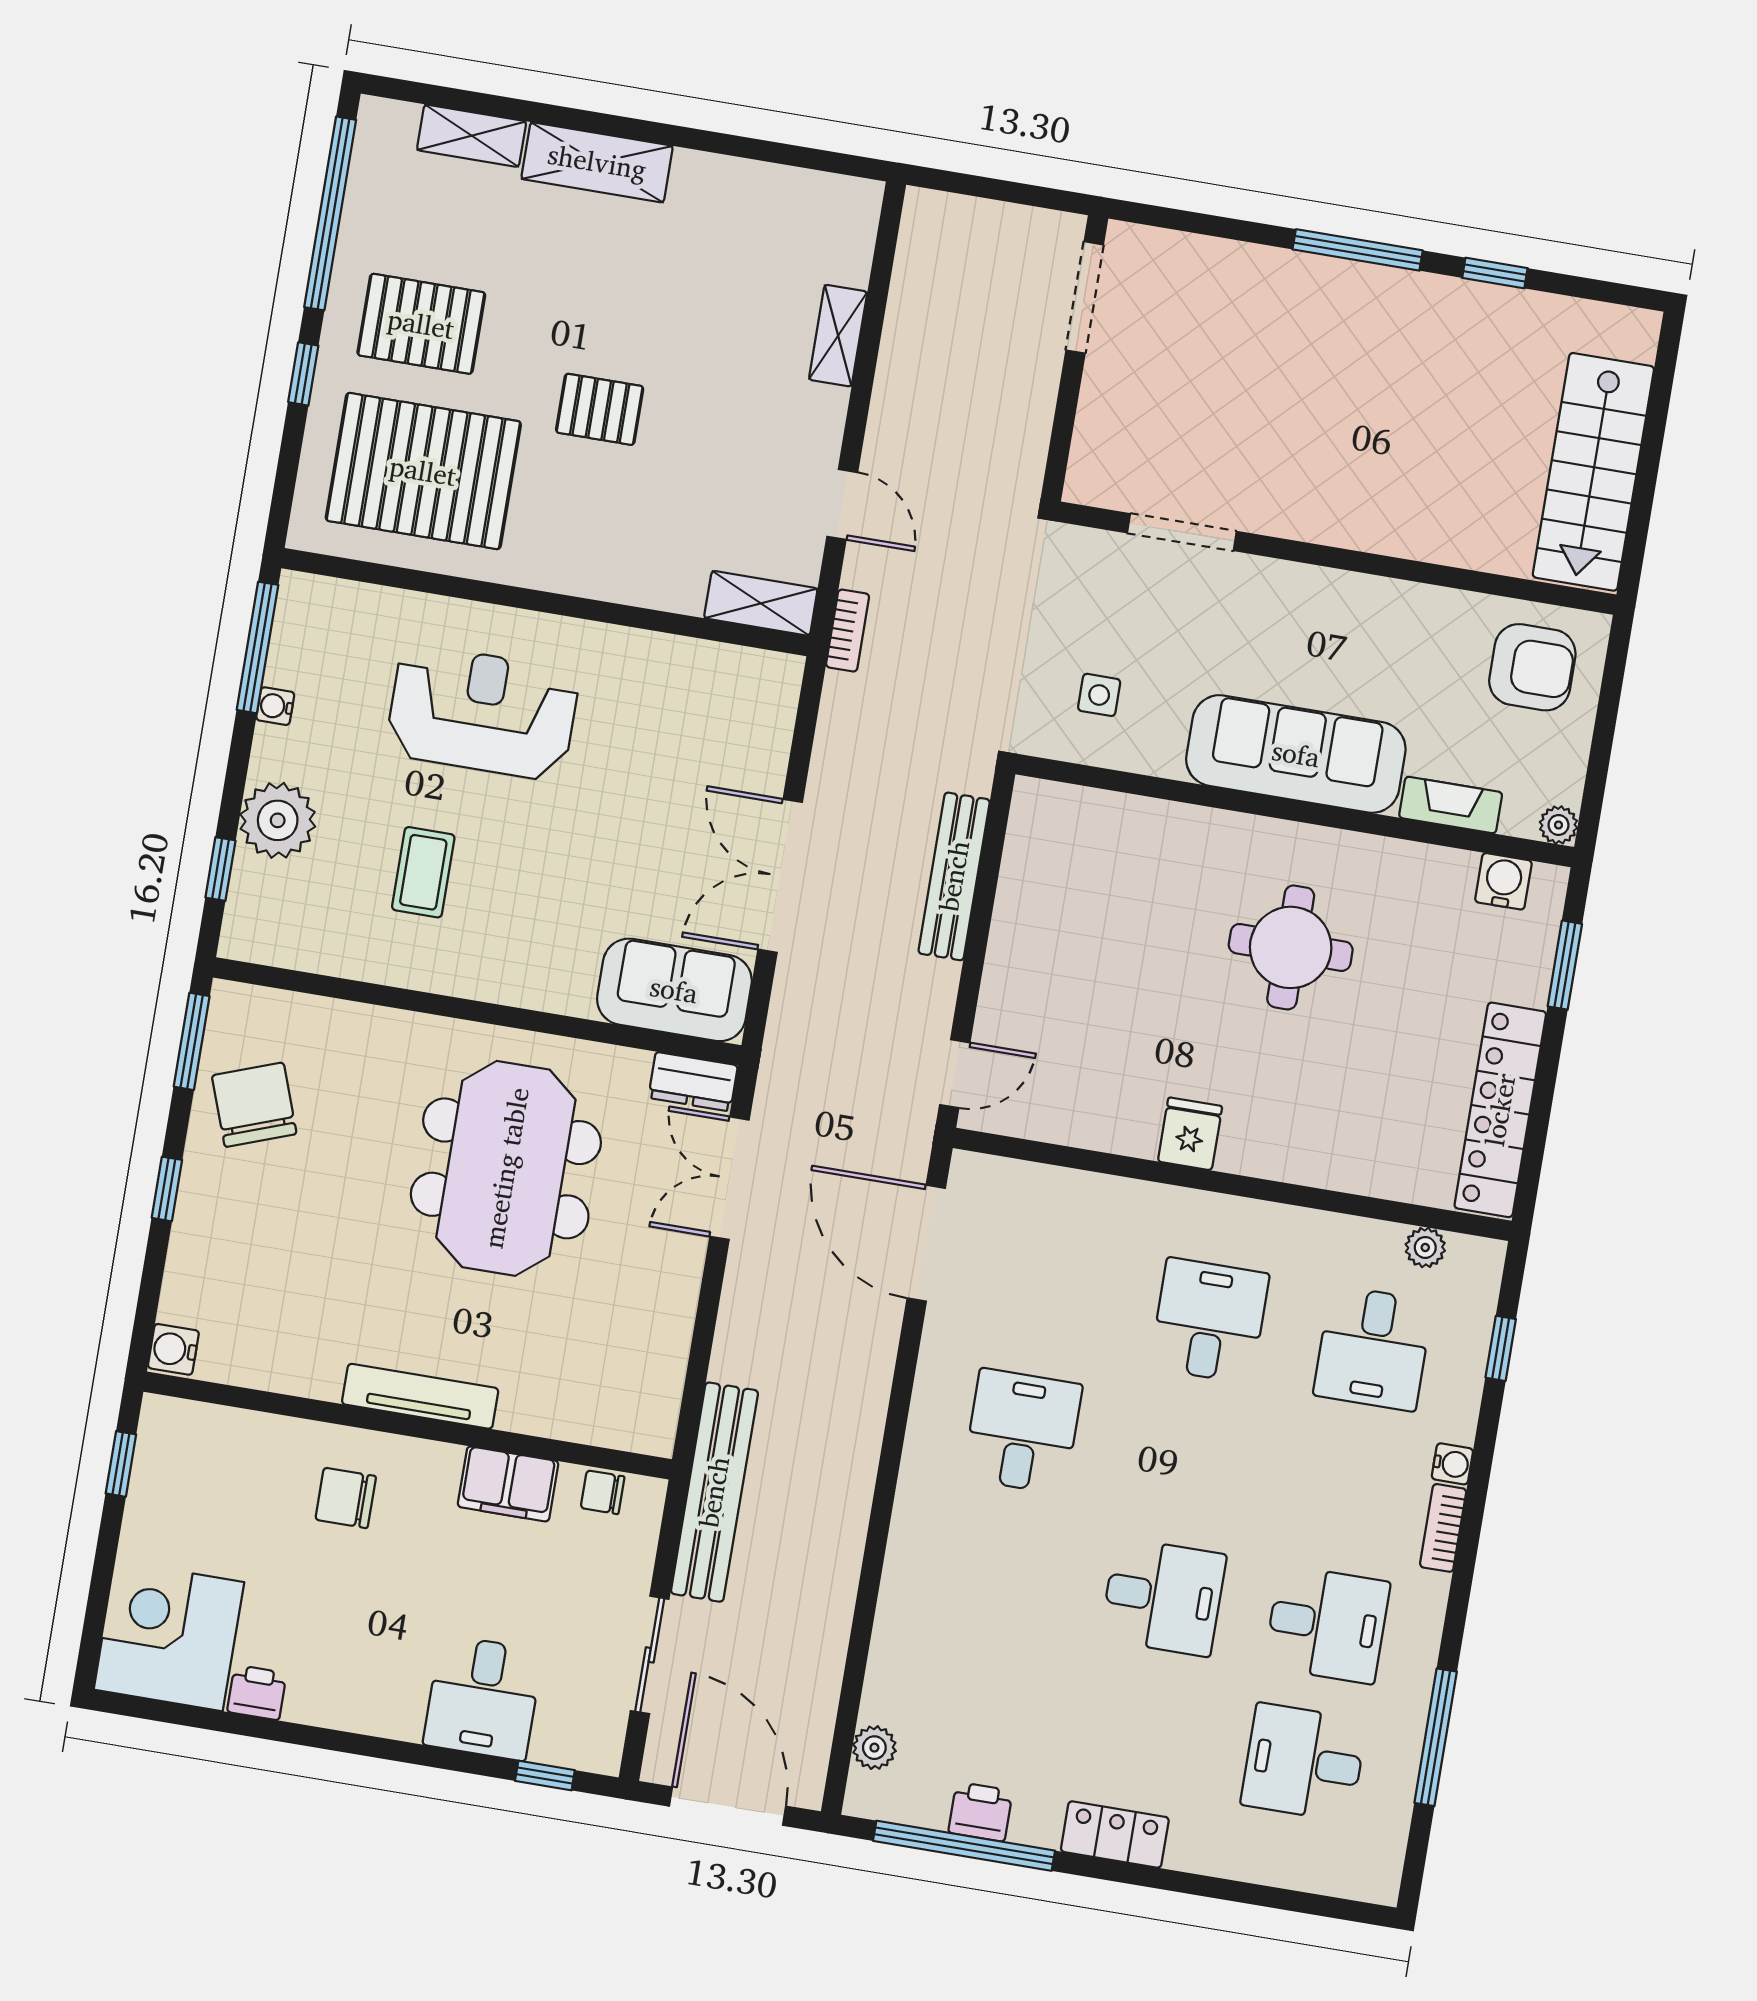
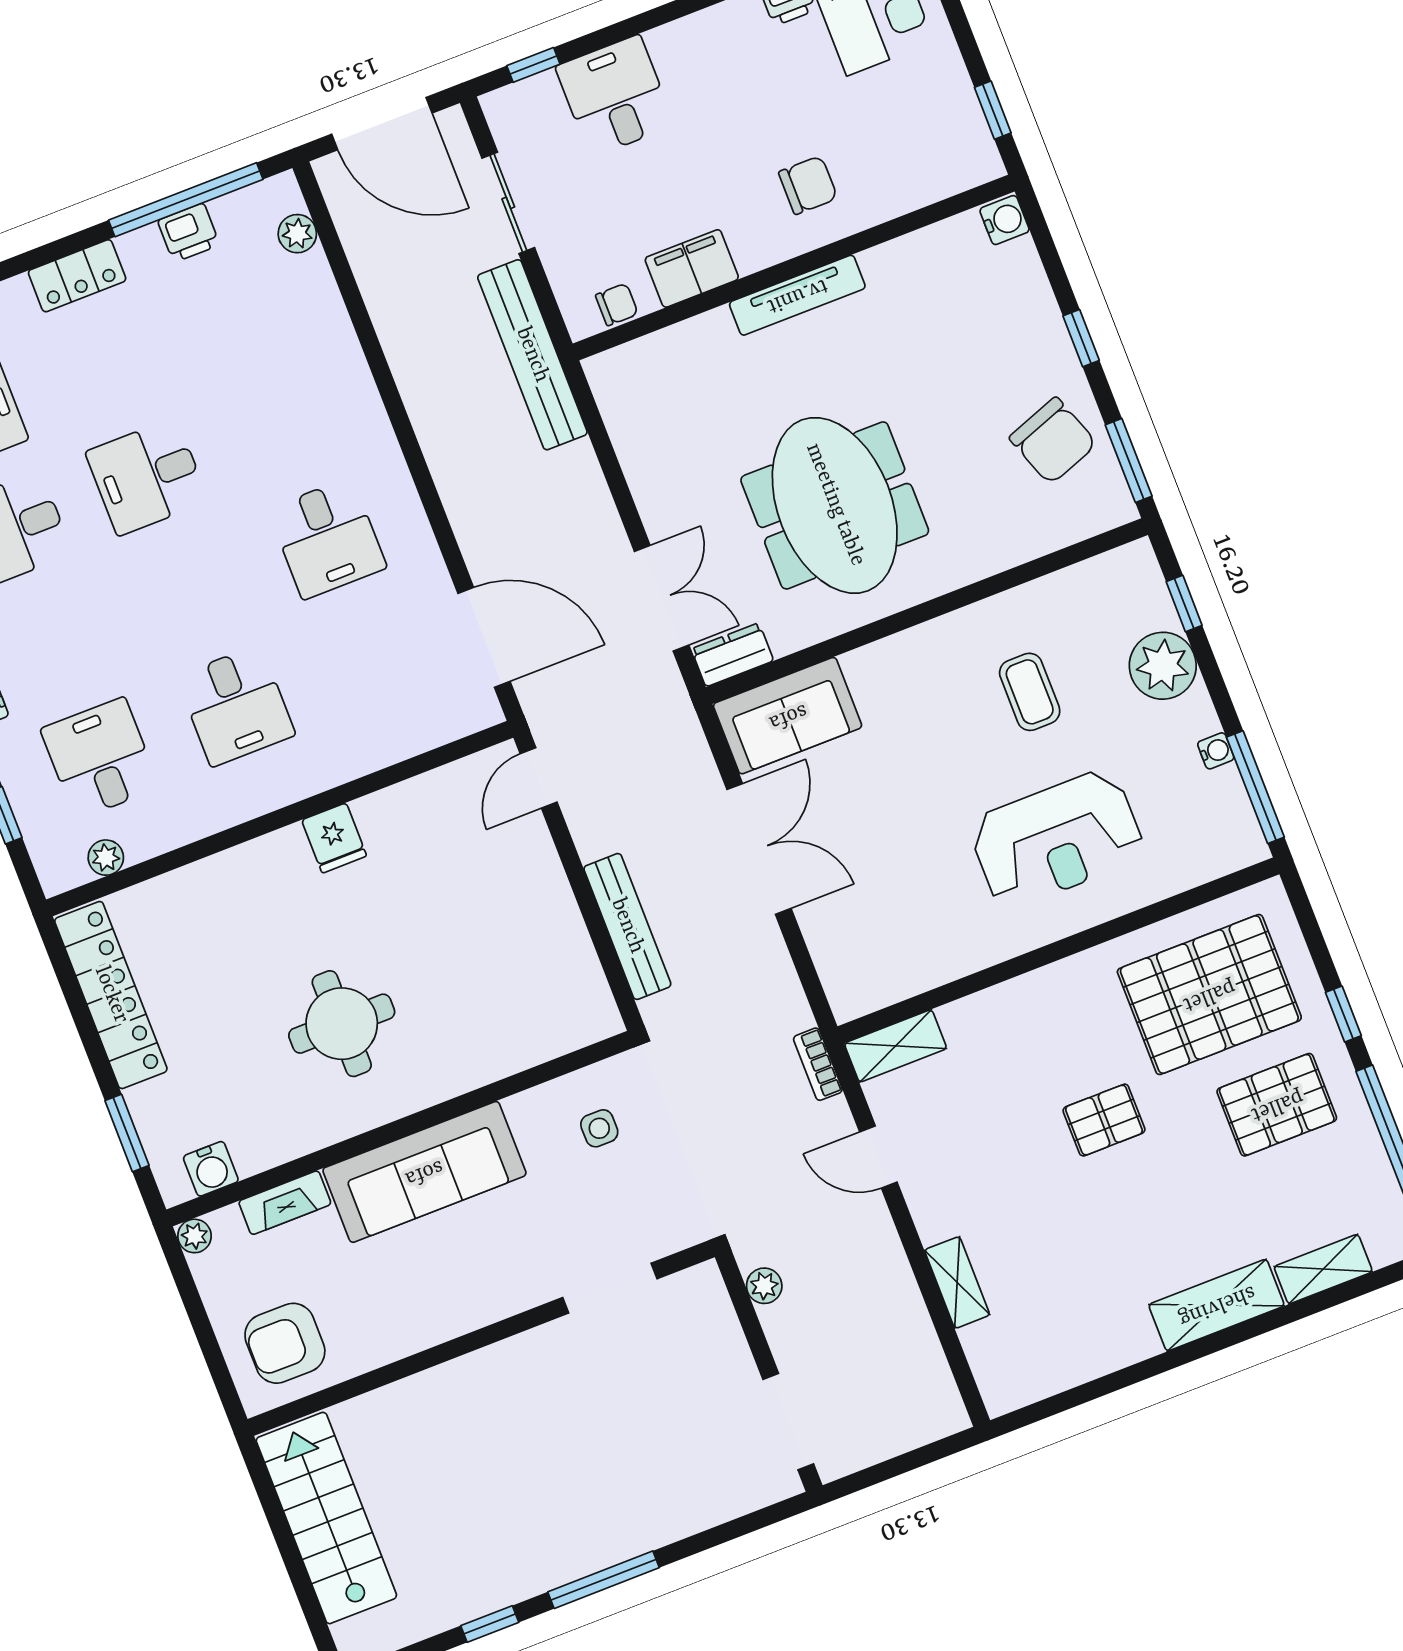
plant: (1029, 445) -> (764, 1286), added

